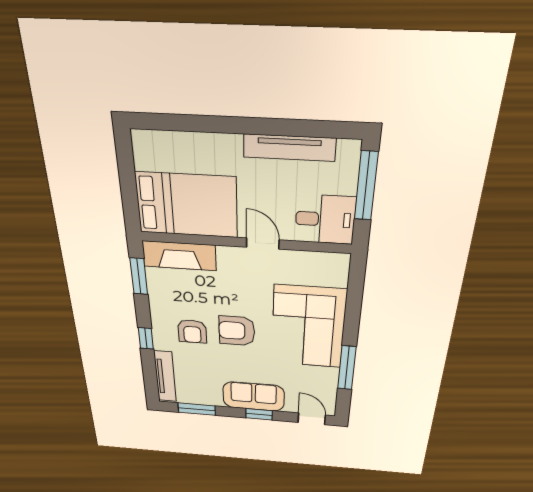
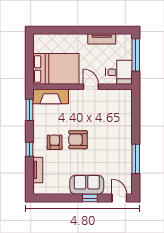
tv unit: (289, 148) -> (102, 39), width x0.71
corner sofa: (308, 327) -> (114, 134), removed
armchair: (192, 331) -> (55, 142), turned 180
tv unit: (165, 377) -> (38, 170), width x0.71
window: (197, 409) -> (54, 198), removed

